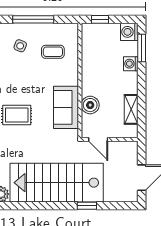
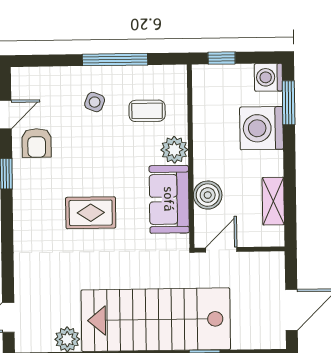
washing machine: (131, 64) -> (262, 128), width x1.89, depth x1.89
plant: (70, 76) -> (174, 150), added
door: (98, 139) -> (221, 250), swing flipped

